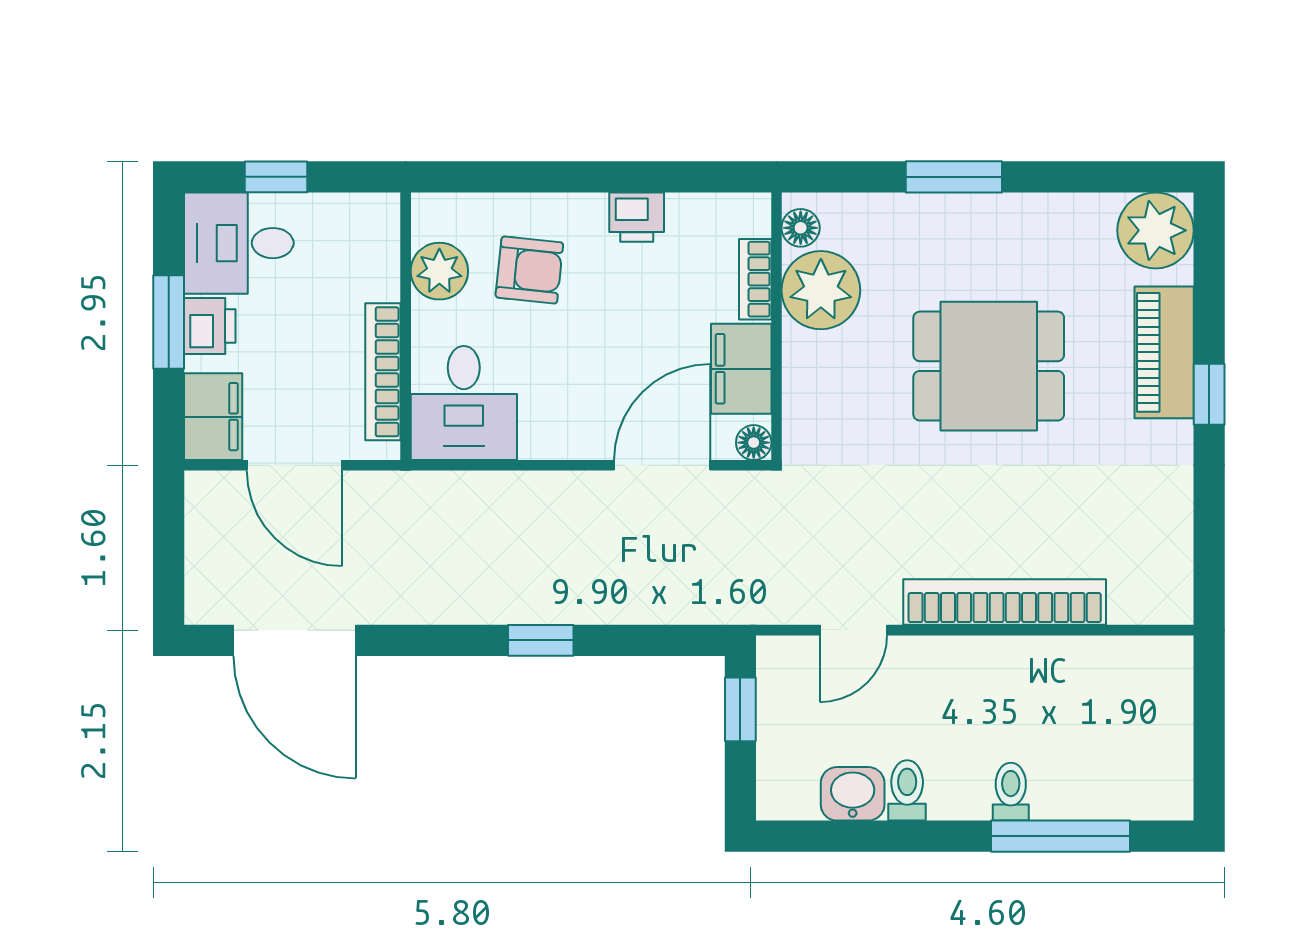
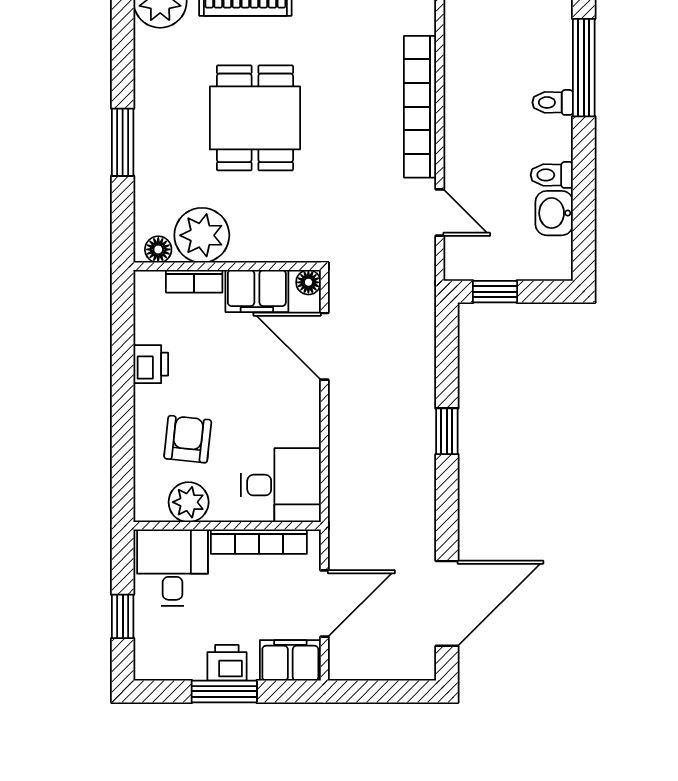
desk: (239, 243) -> (173, 568), moved, turned 180

